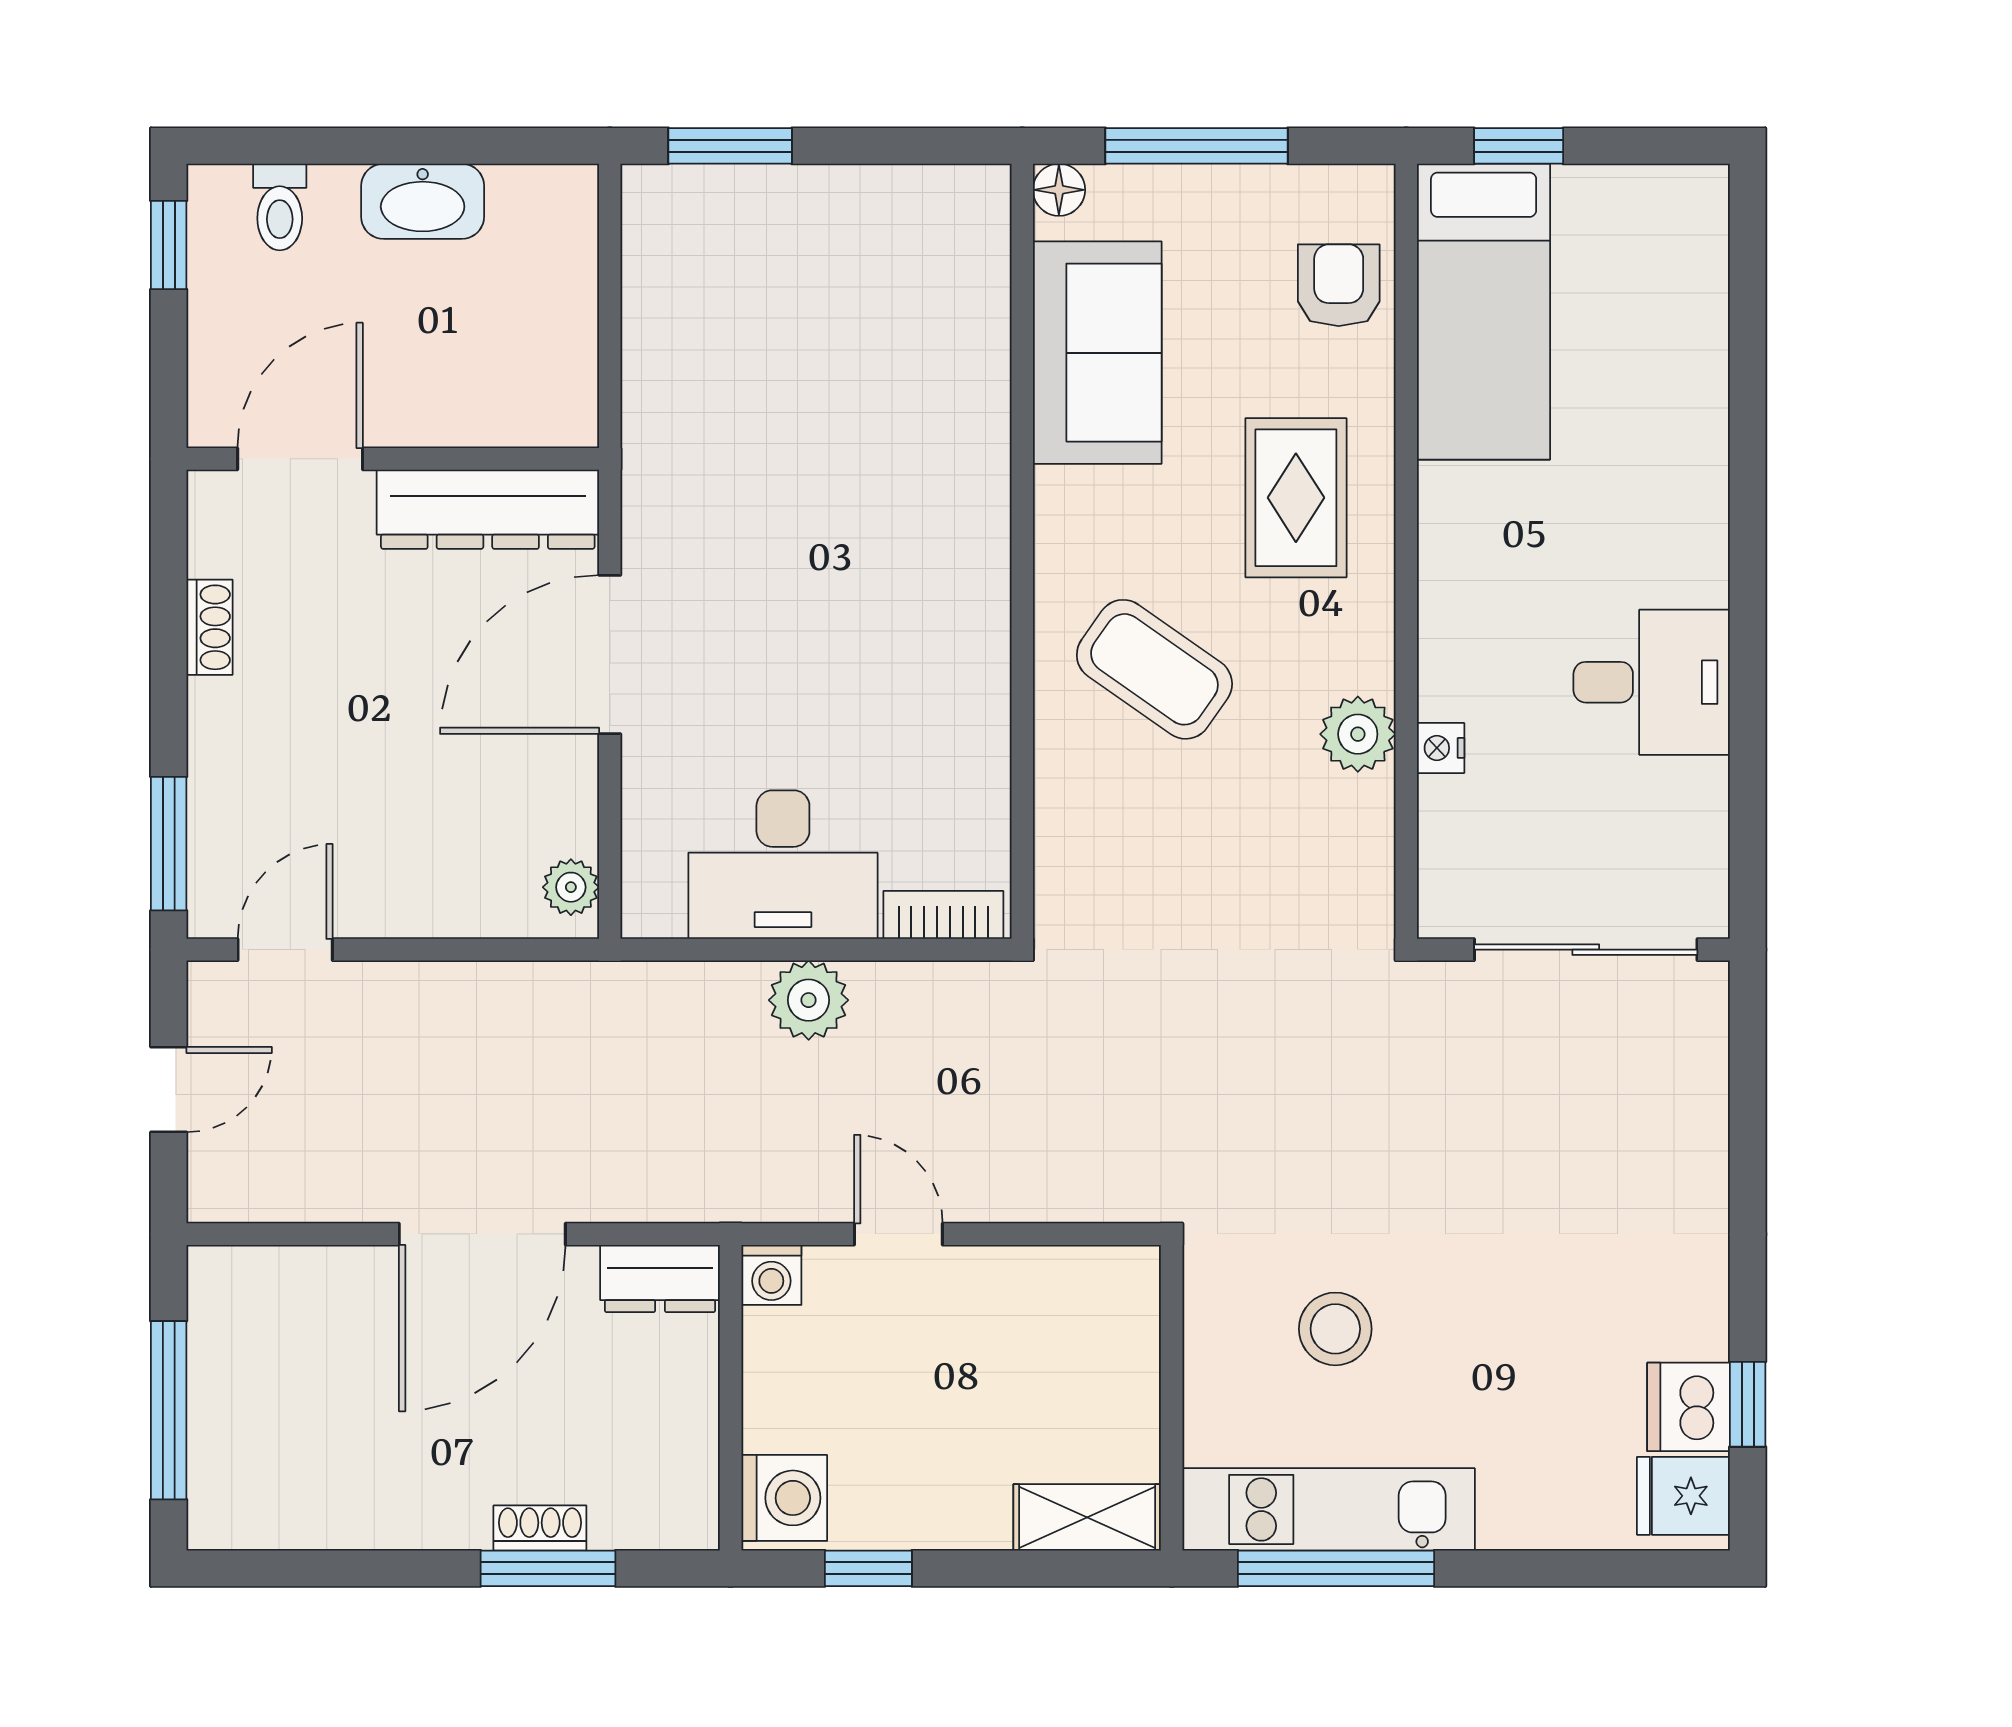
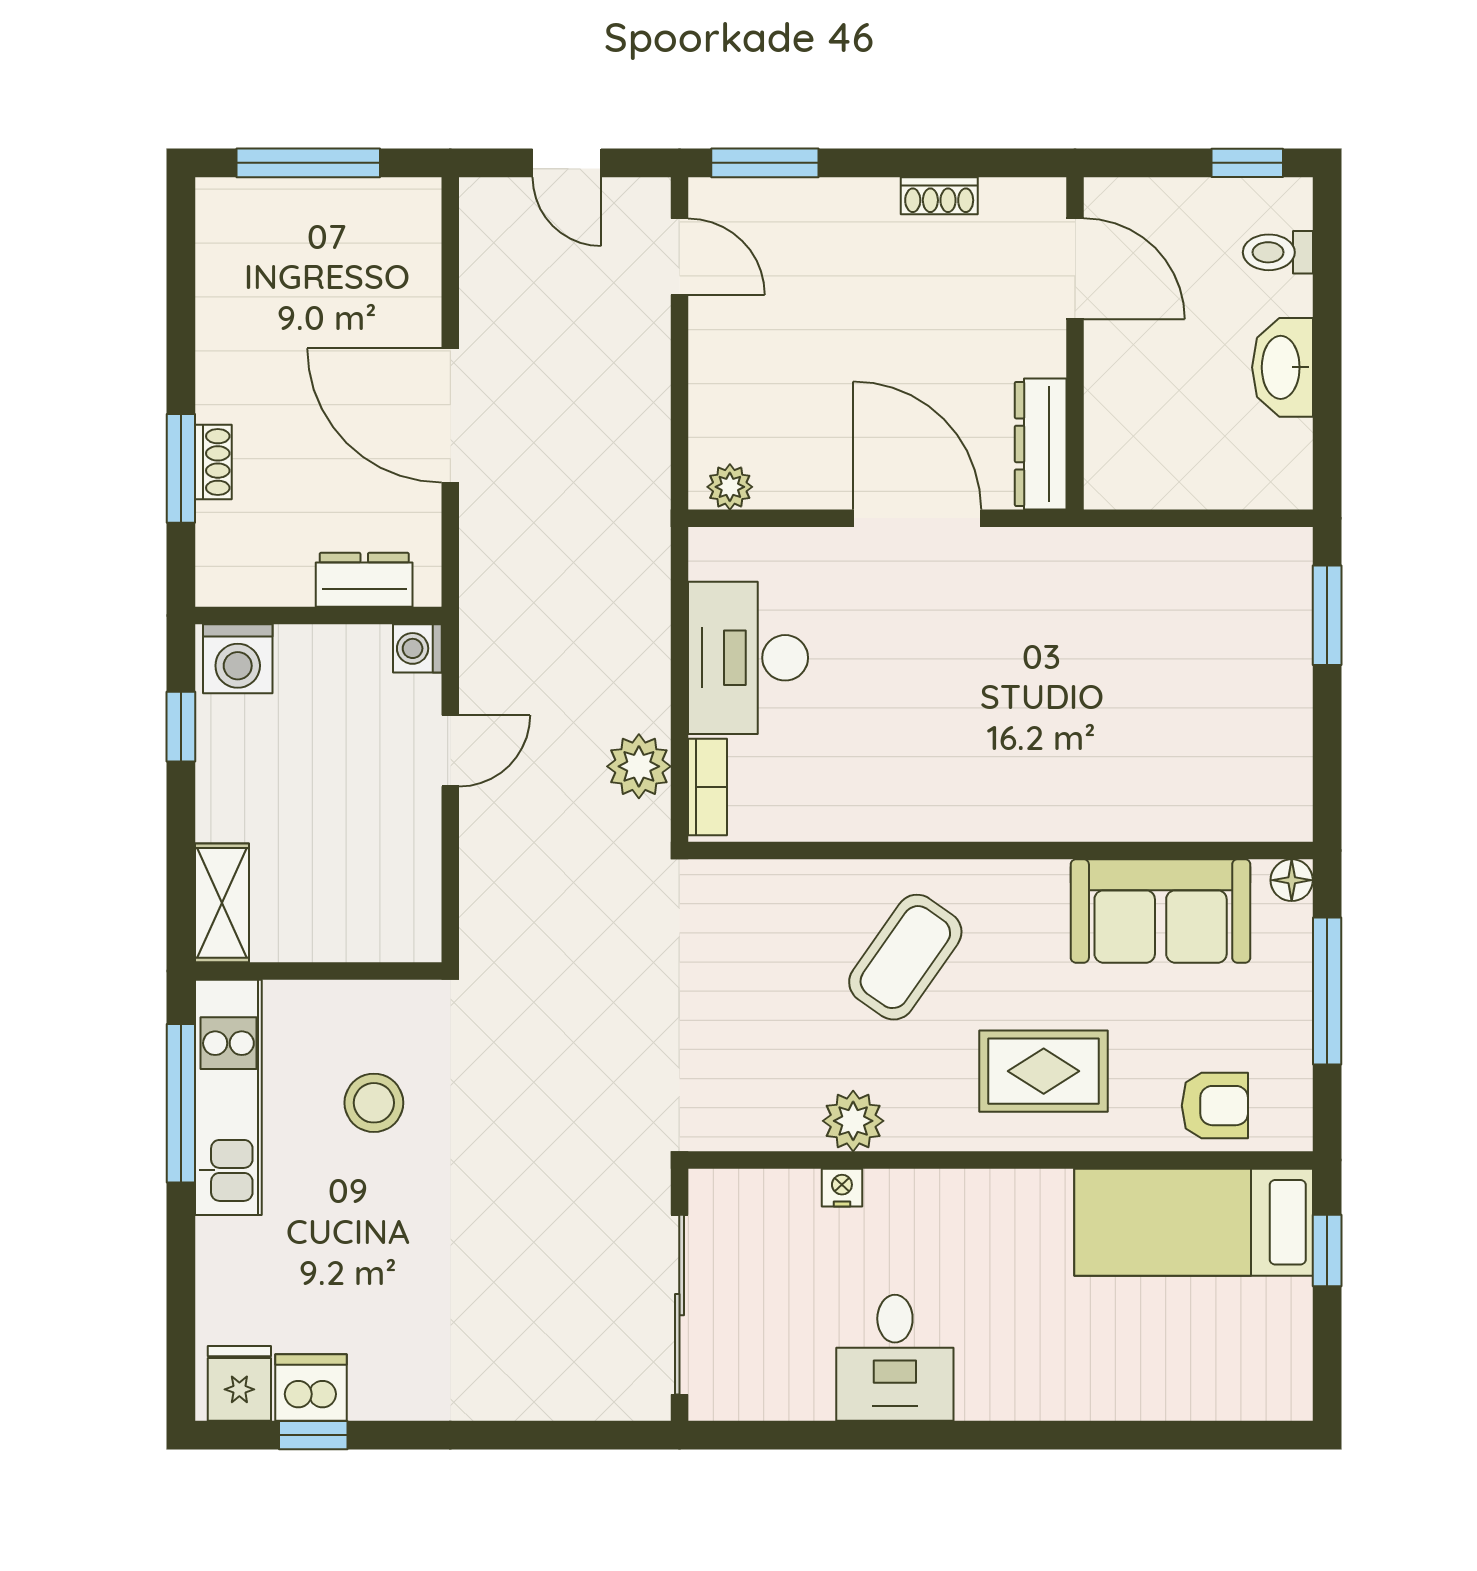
dresser: (488, 509) -> (1041, 444), width x0.73, depth x0.80
plant: (809, 1000) -> (639, 766), moved
dresser: (660, 1278) -> (364, 580), moved, turned 90

